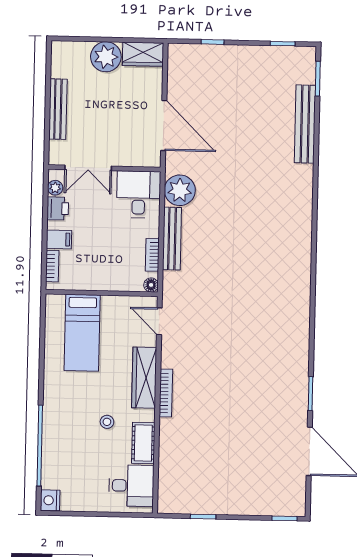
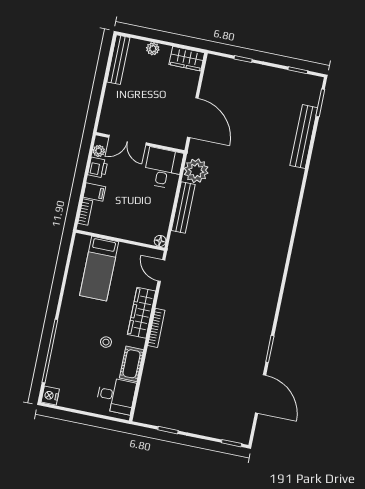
plant: (106, 57) -> (153, 49), width x0.53, depth x0.53
bench: (58, 109) -> (118, 60), moved
bookcase: (152, 255) -> (165, 217), removed

